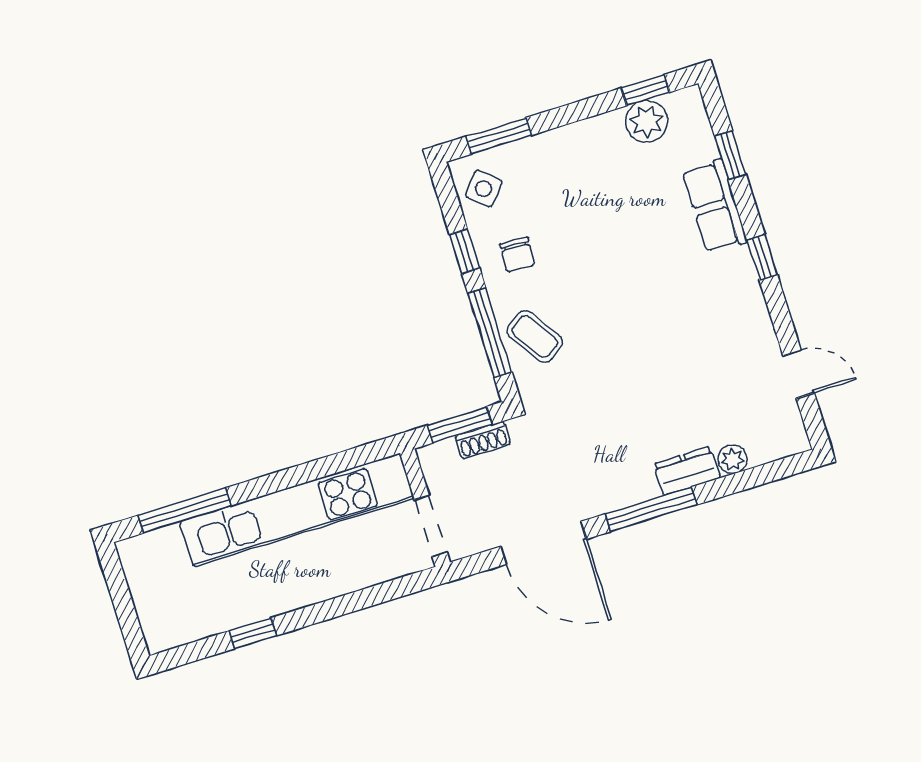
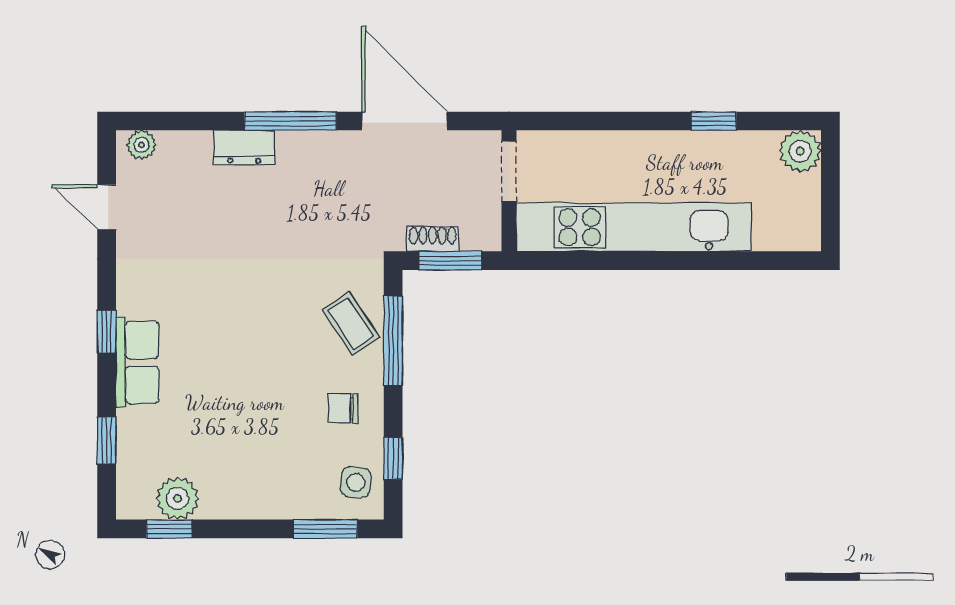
side table: (484, 189) -> (356, 482), turned -35
row of seats: (715, 206) -> (137, 362), moved
window: (465, 251) -> (393, 458), moved
chair: (517, 255) -> (343, 408), turned -93
plant: (733, 459) -> (142, 145), moved
window: (184, 511) -> (743, 261), removed
plant: (163, 630) -> (800, 151), added

